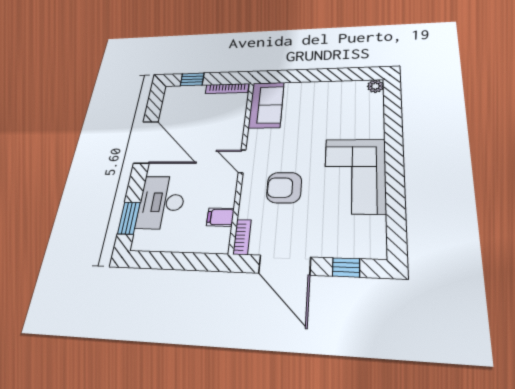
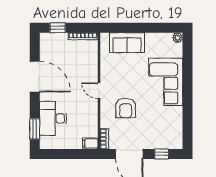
sofa: (266, 105) -> (127, 43), moved, turned 90
corner sofa: (355, 176) -> (166, 82), moved
armchair: (284, 188) -> (126, 108), turned -90
filing cabinet: (220, 217) -> (90, 143), moved

